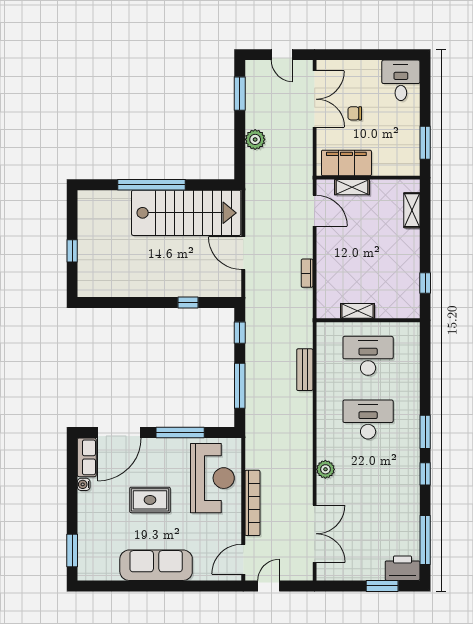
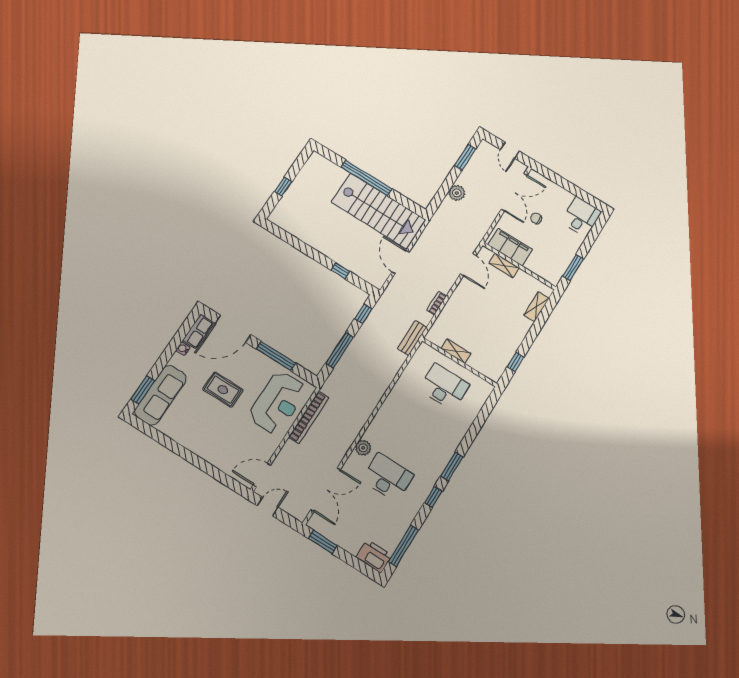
bench: (305, 370) -> (412, 338), moved
desk: (368, 419) -> (388, 477), moved
bookcase: (252, 503) -> (309, 417), moved
sofa: (156, 565) -> (160, 395), moved, turned 90
window: (382, 586) -> (323, 542), moved

